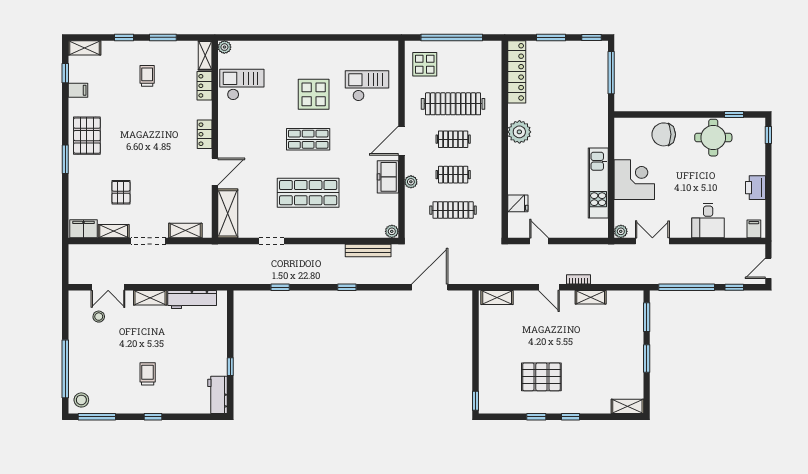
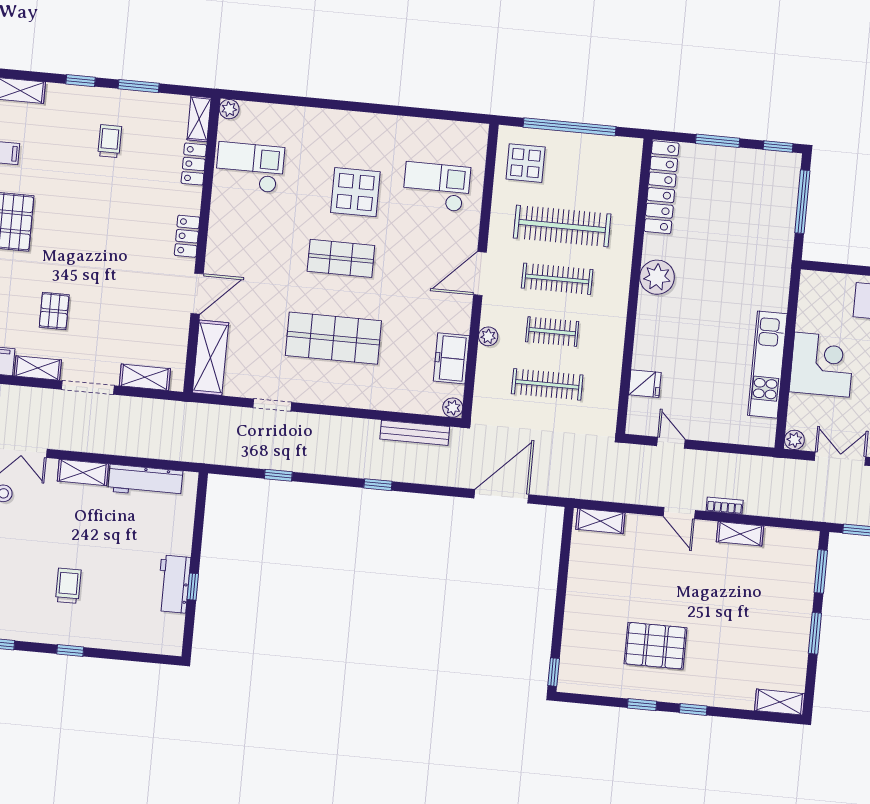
clothes rail: (453, 139) -> (557, 279), width x1.36
freezer: (388, 177) -> (451, 358), moved
workbench: (217, 395) -> (174, 584), moved

